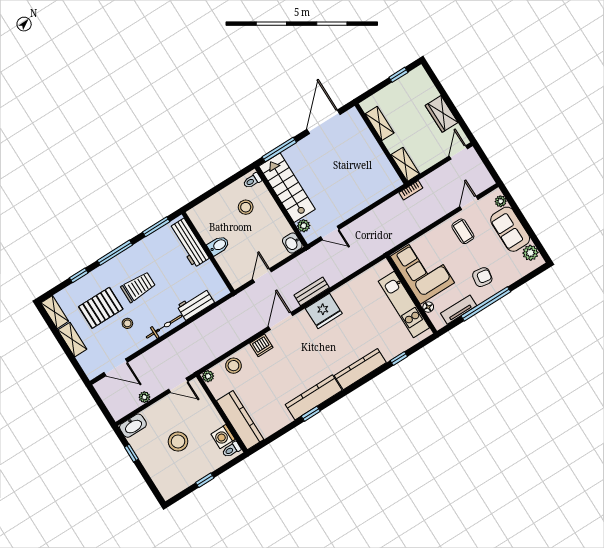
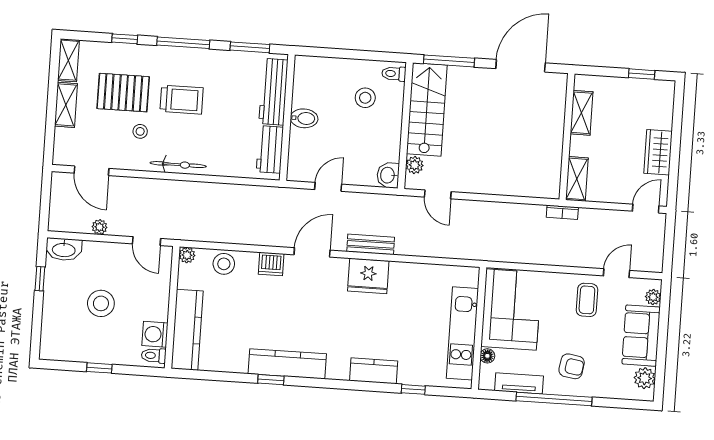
workbench: (196, 304) -> (270, 149), moved, turned -90
kitchen counter: (360, 369) -> (374, 371), width x0.67

